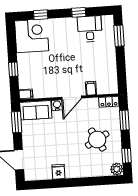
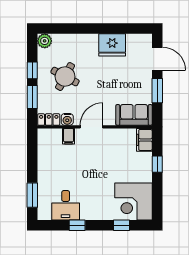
filing cabinet: (26, 94) -> (144, 140), width x2.00
water cooler: (57, 105) -> (67, 119), moved
window: (17, 122) -> (157, 91), moved
round table: (97, 140) -> (65, 77), turned -33
window: (127, 156) -> (32, 70), moved
fridge: (58, 172) -> (112, 45), width x1.88, depth x1.34

